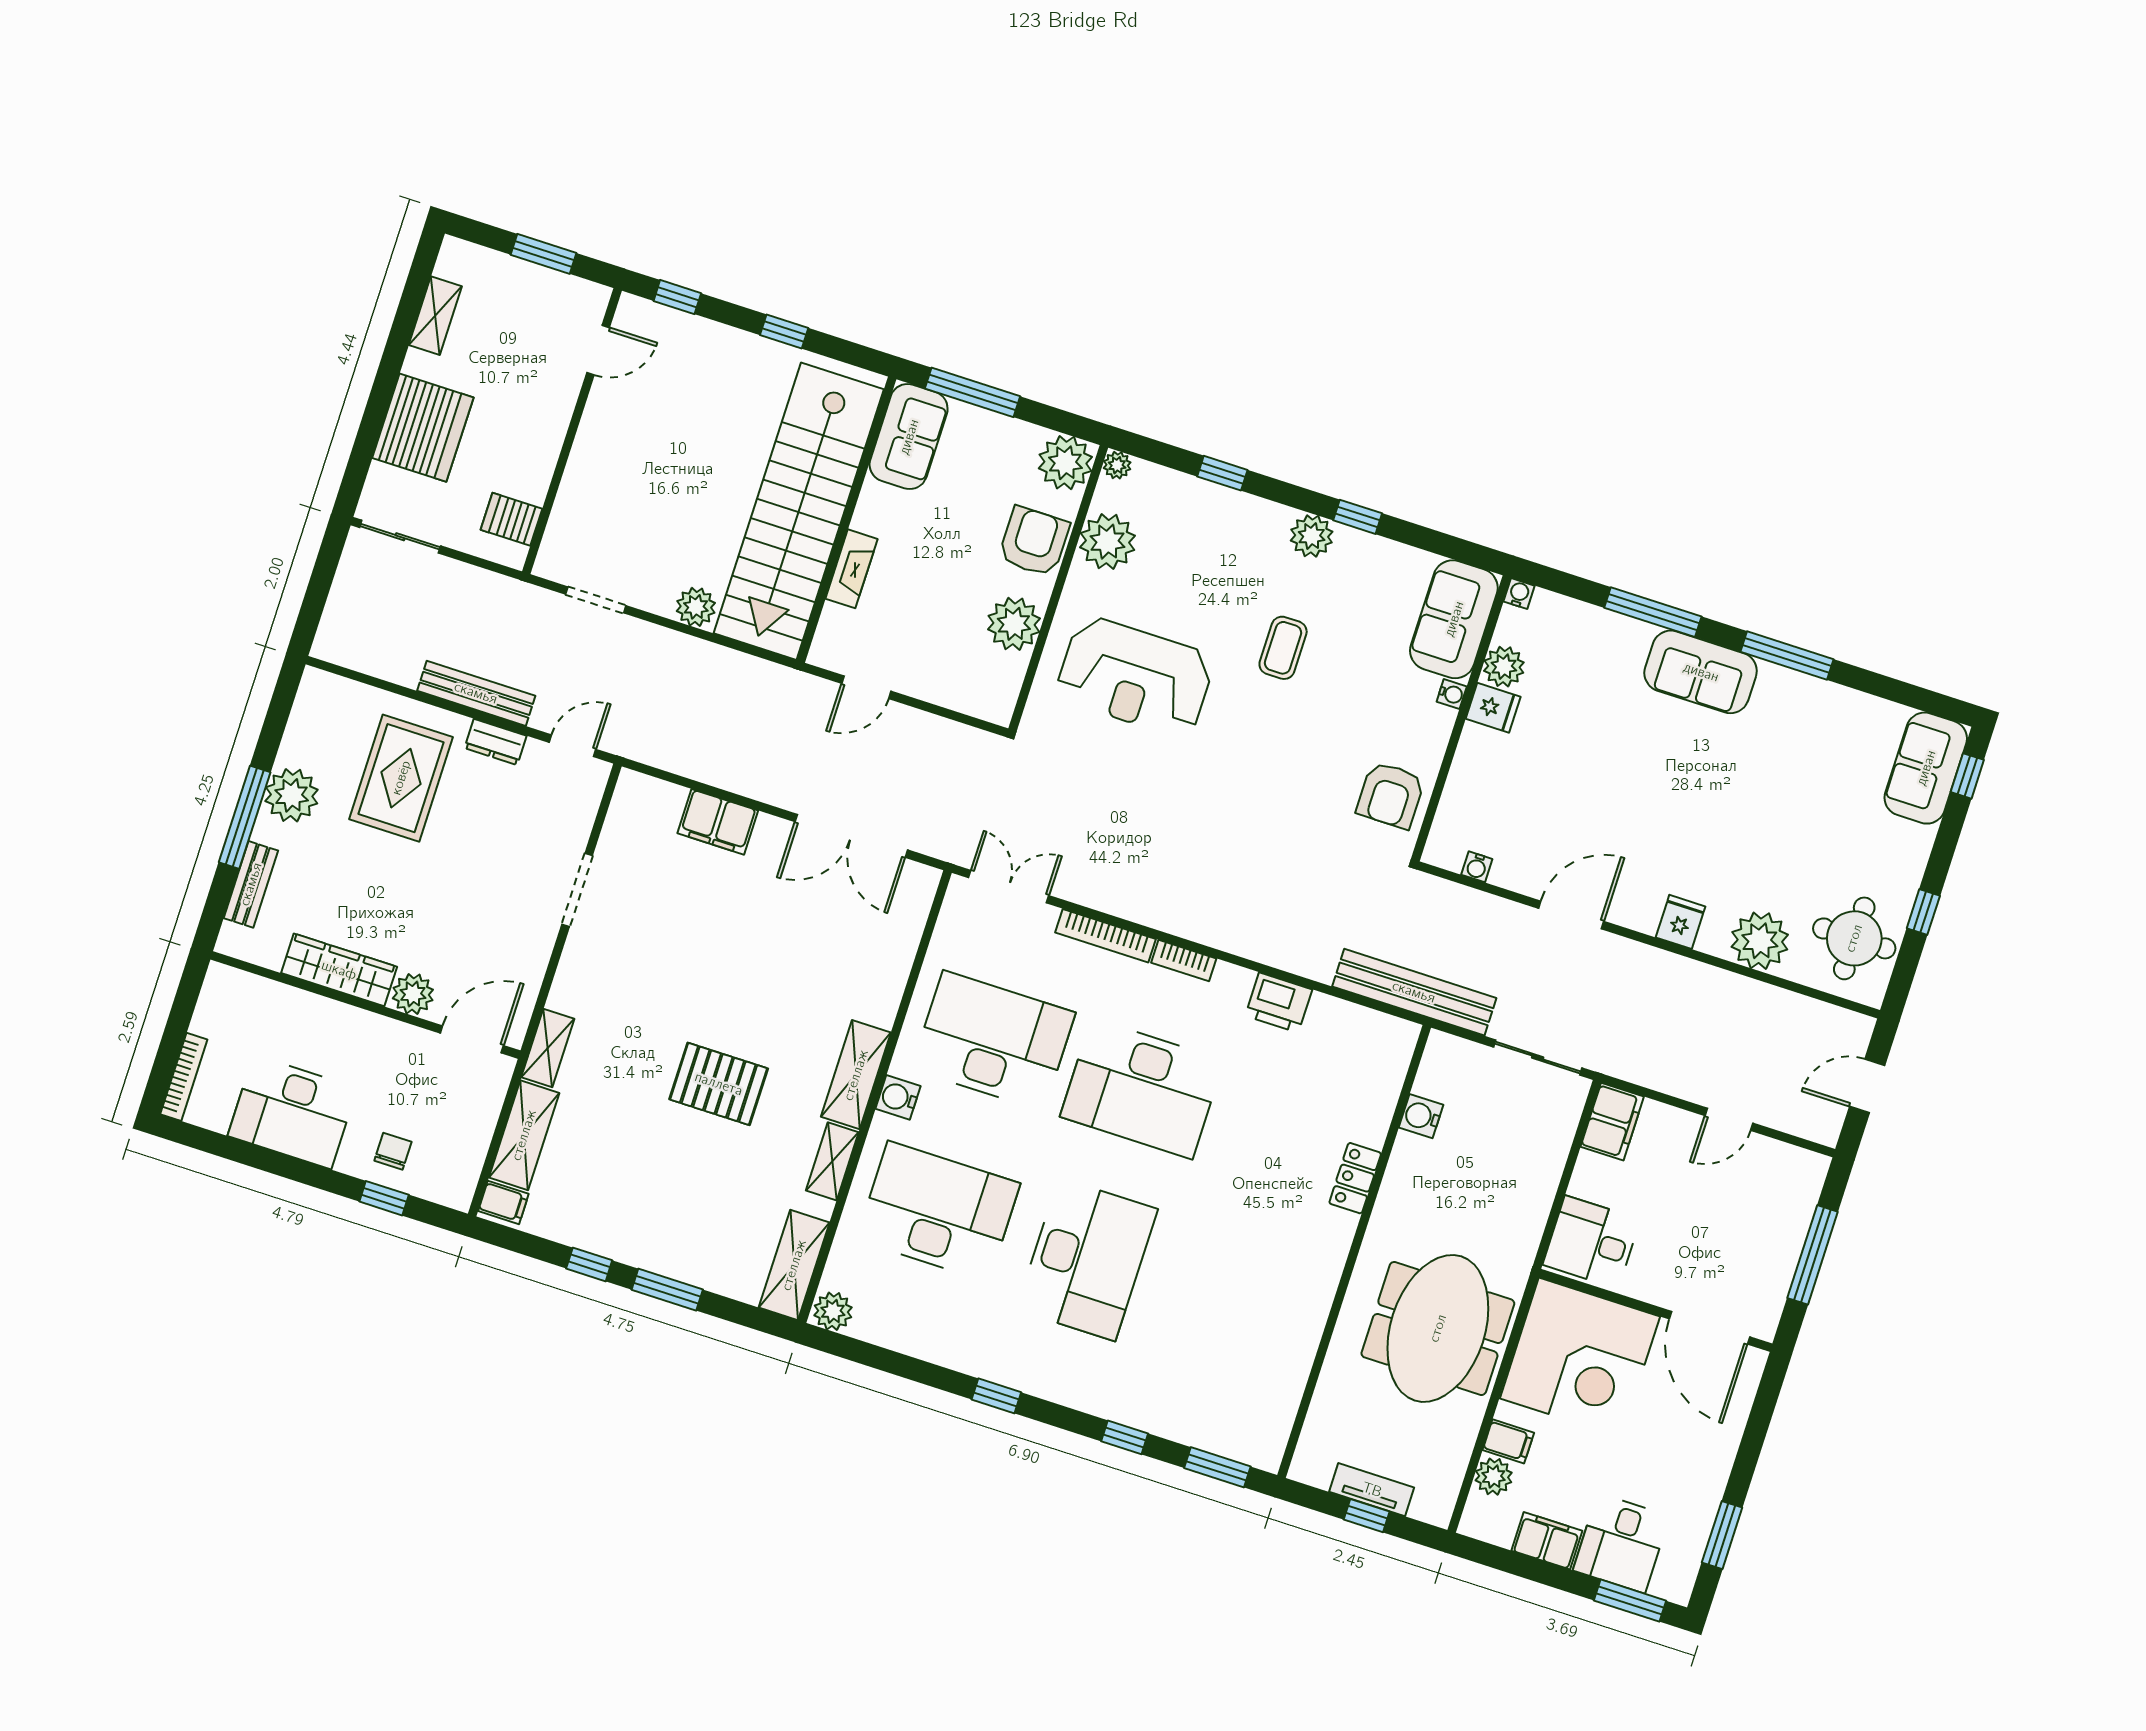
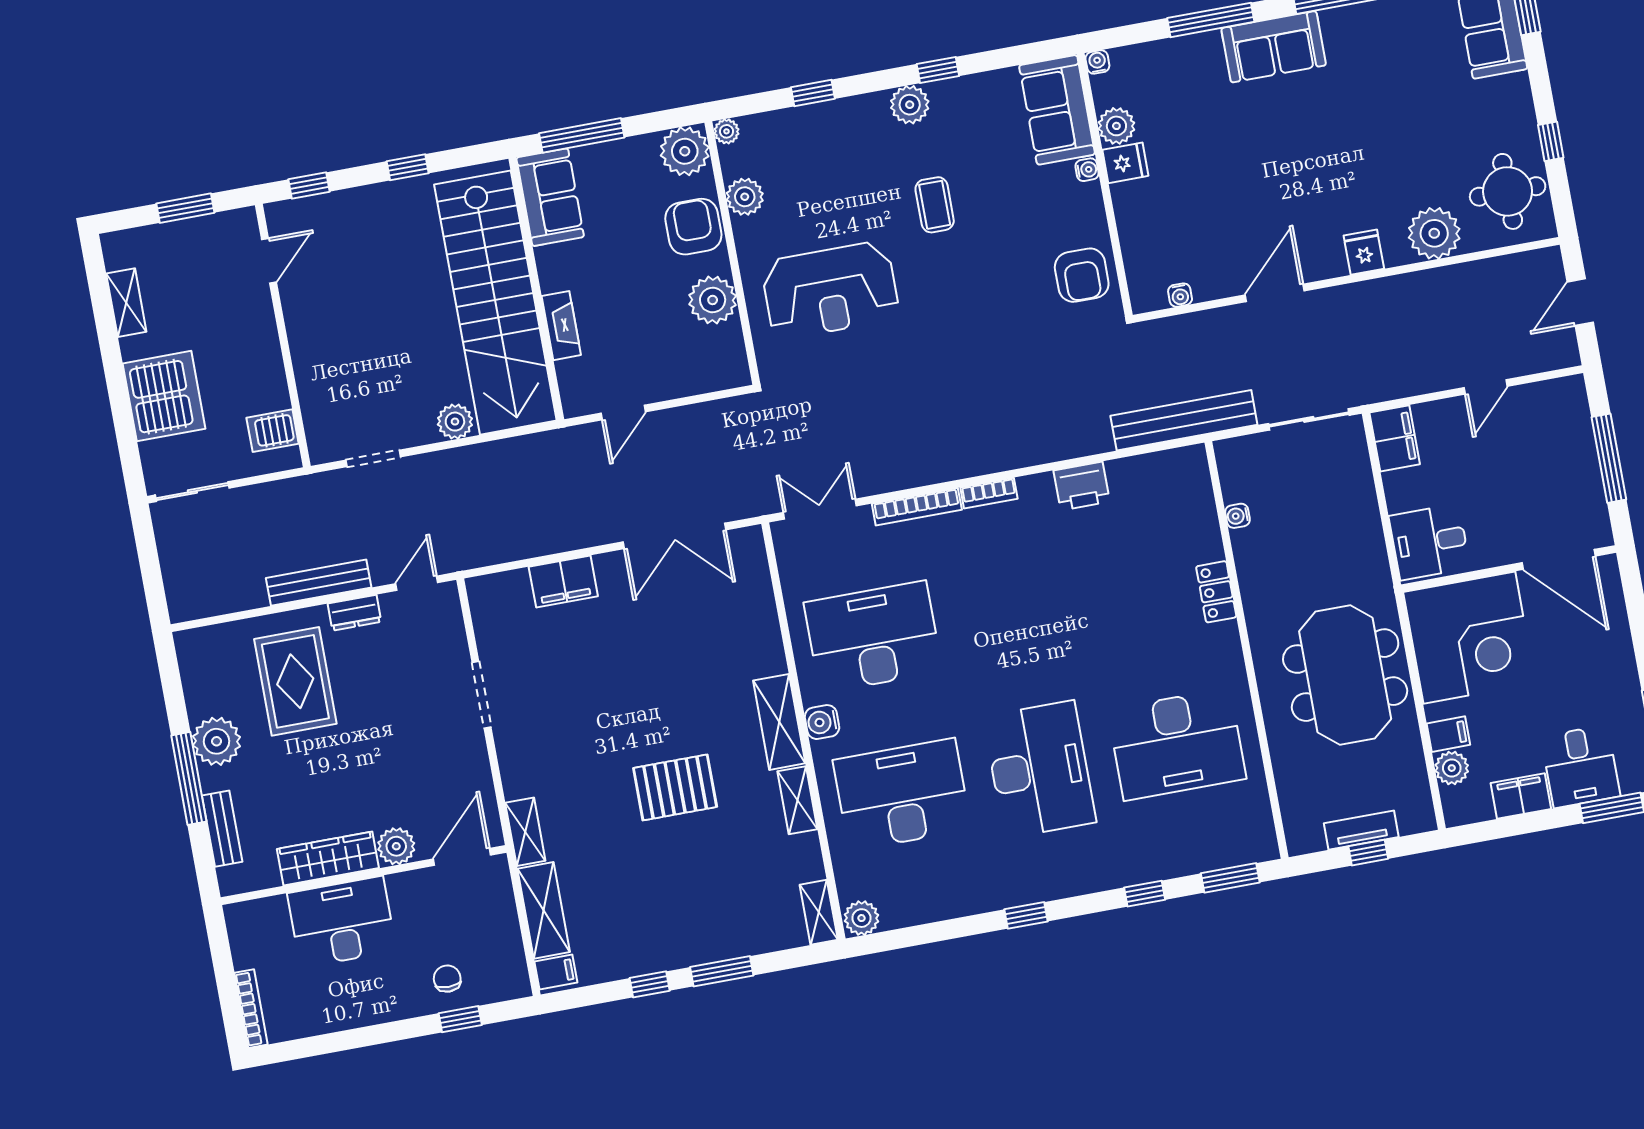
plant: (1108, 542) -> (745, 197), width x0.73, depth x0.73
desk: (1142, 1089) -> (1177, 744), moved
desk: (292, 1112) -> (342, 922), moved, turned 180
water cooler: (1421, 1116) -> (1238, 516), width x0.72, depth x0.72
shelving: (794, 1265) -> (819, 912), width x0.67, depth x0.75

